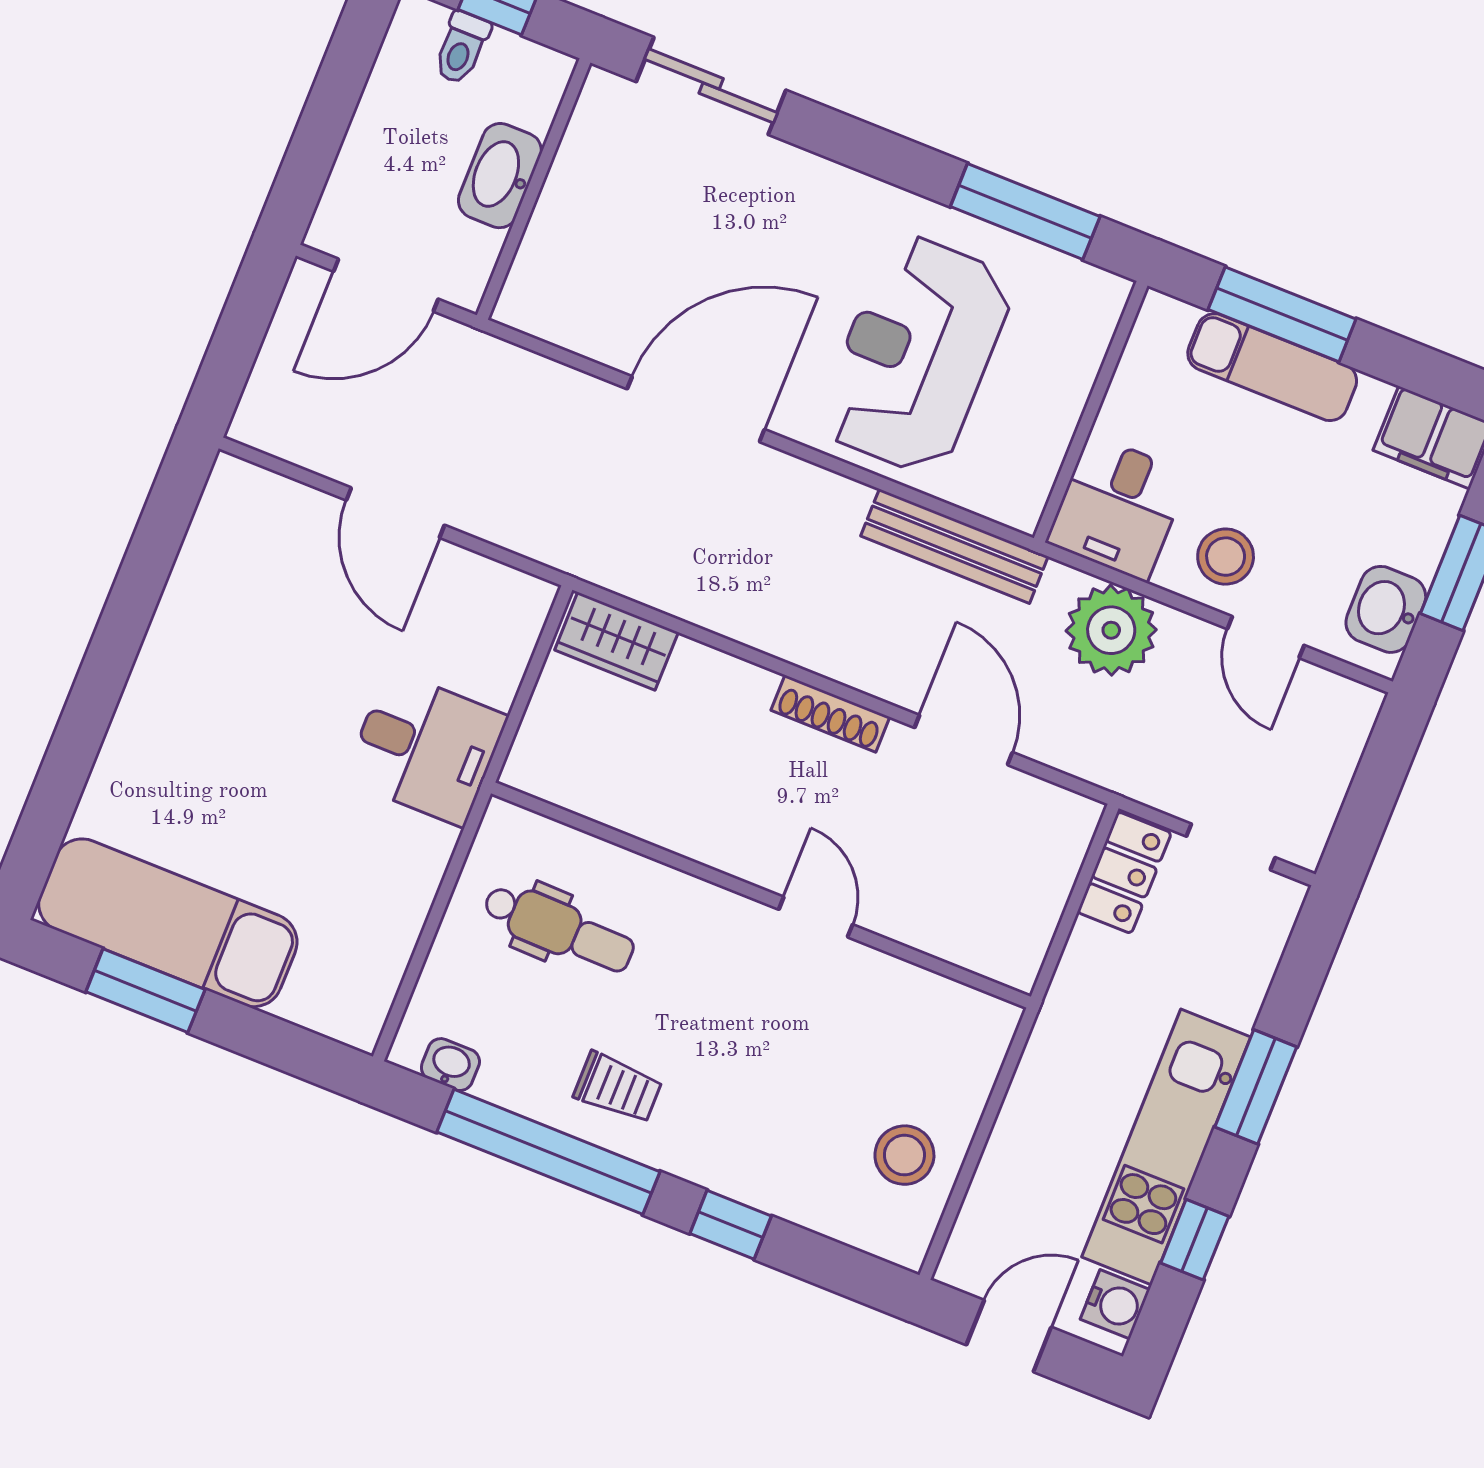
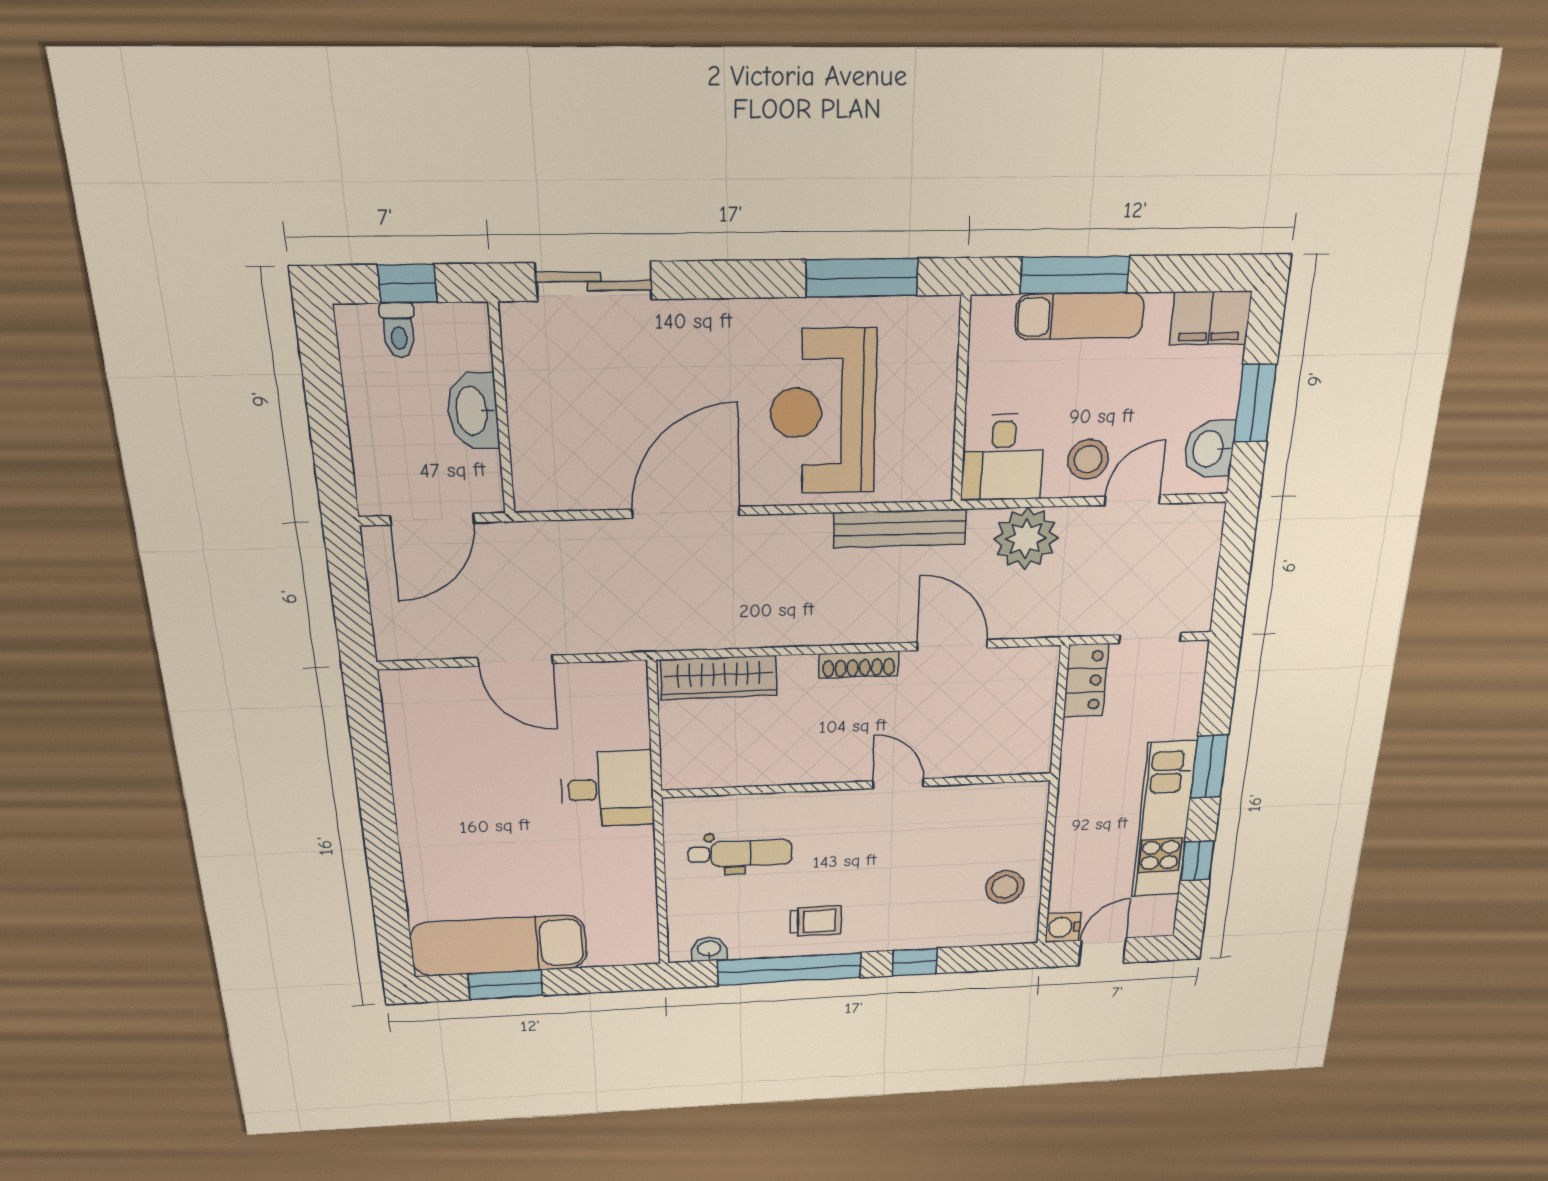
door: (1266, 637) -> (1132, 500), swing flipped
wardrobe: (616, 641) -> (719, 678), width x1.50
water cooler: (1115, 1304) -> (1063, 927), moved, turned 180

